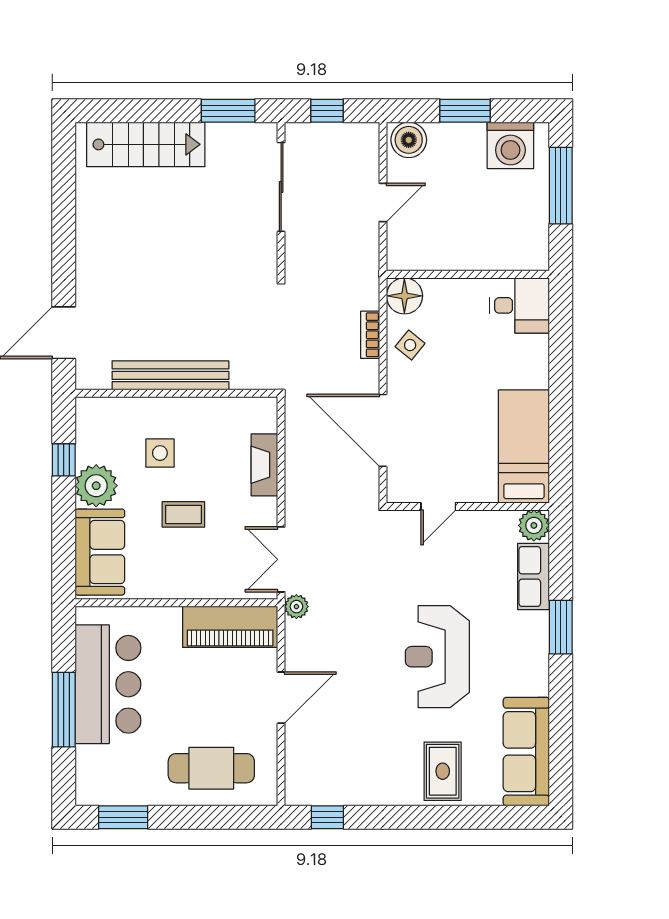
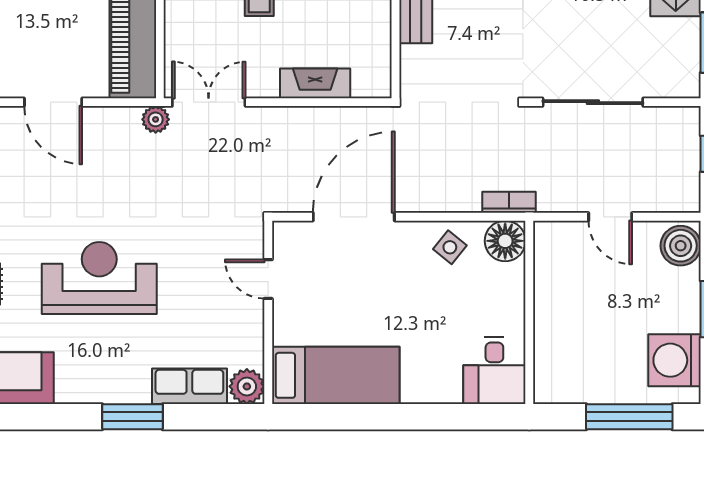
sliding door: (281, 187) -> (593, 102), moved
bookcase: (370, 335) -> (509, 202), moved

